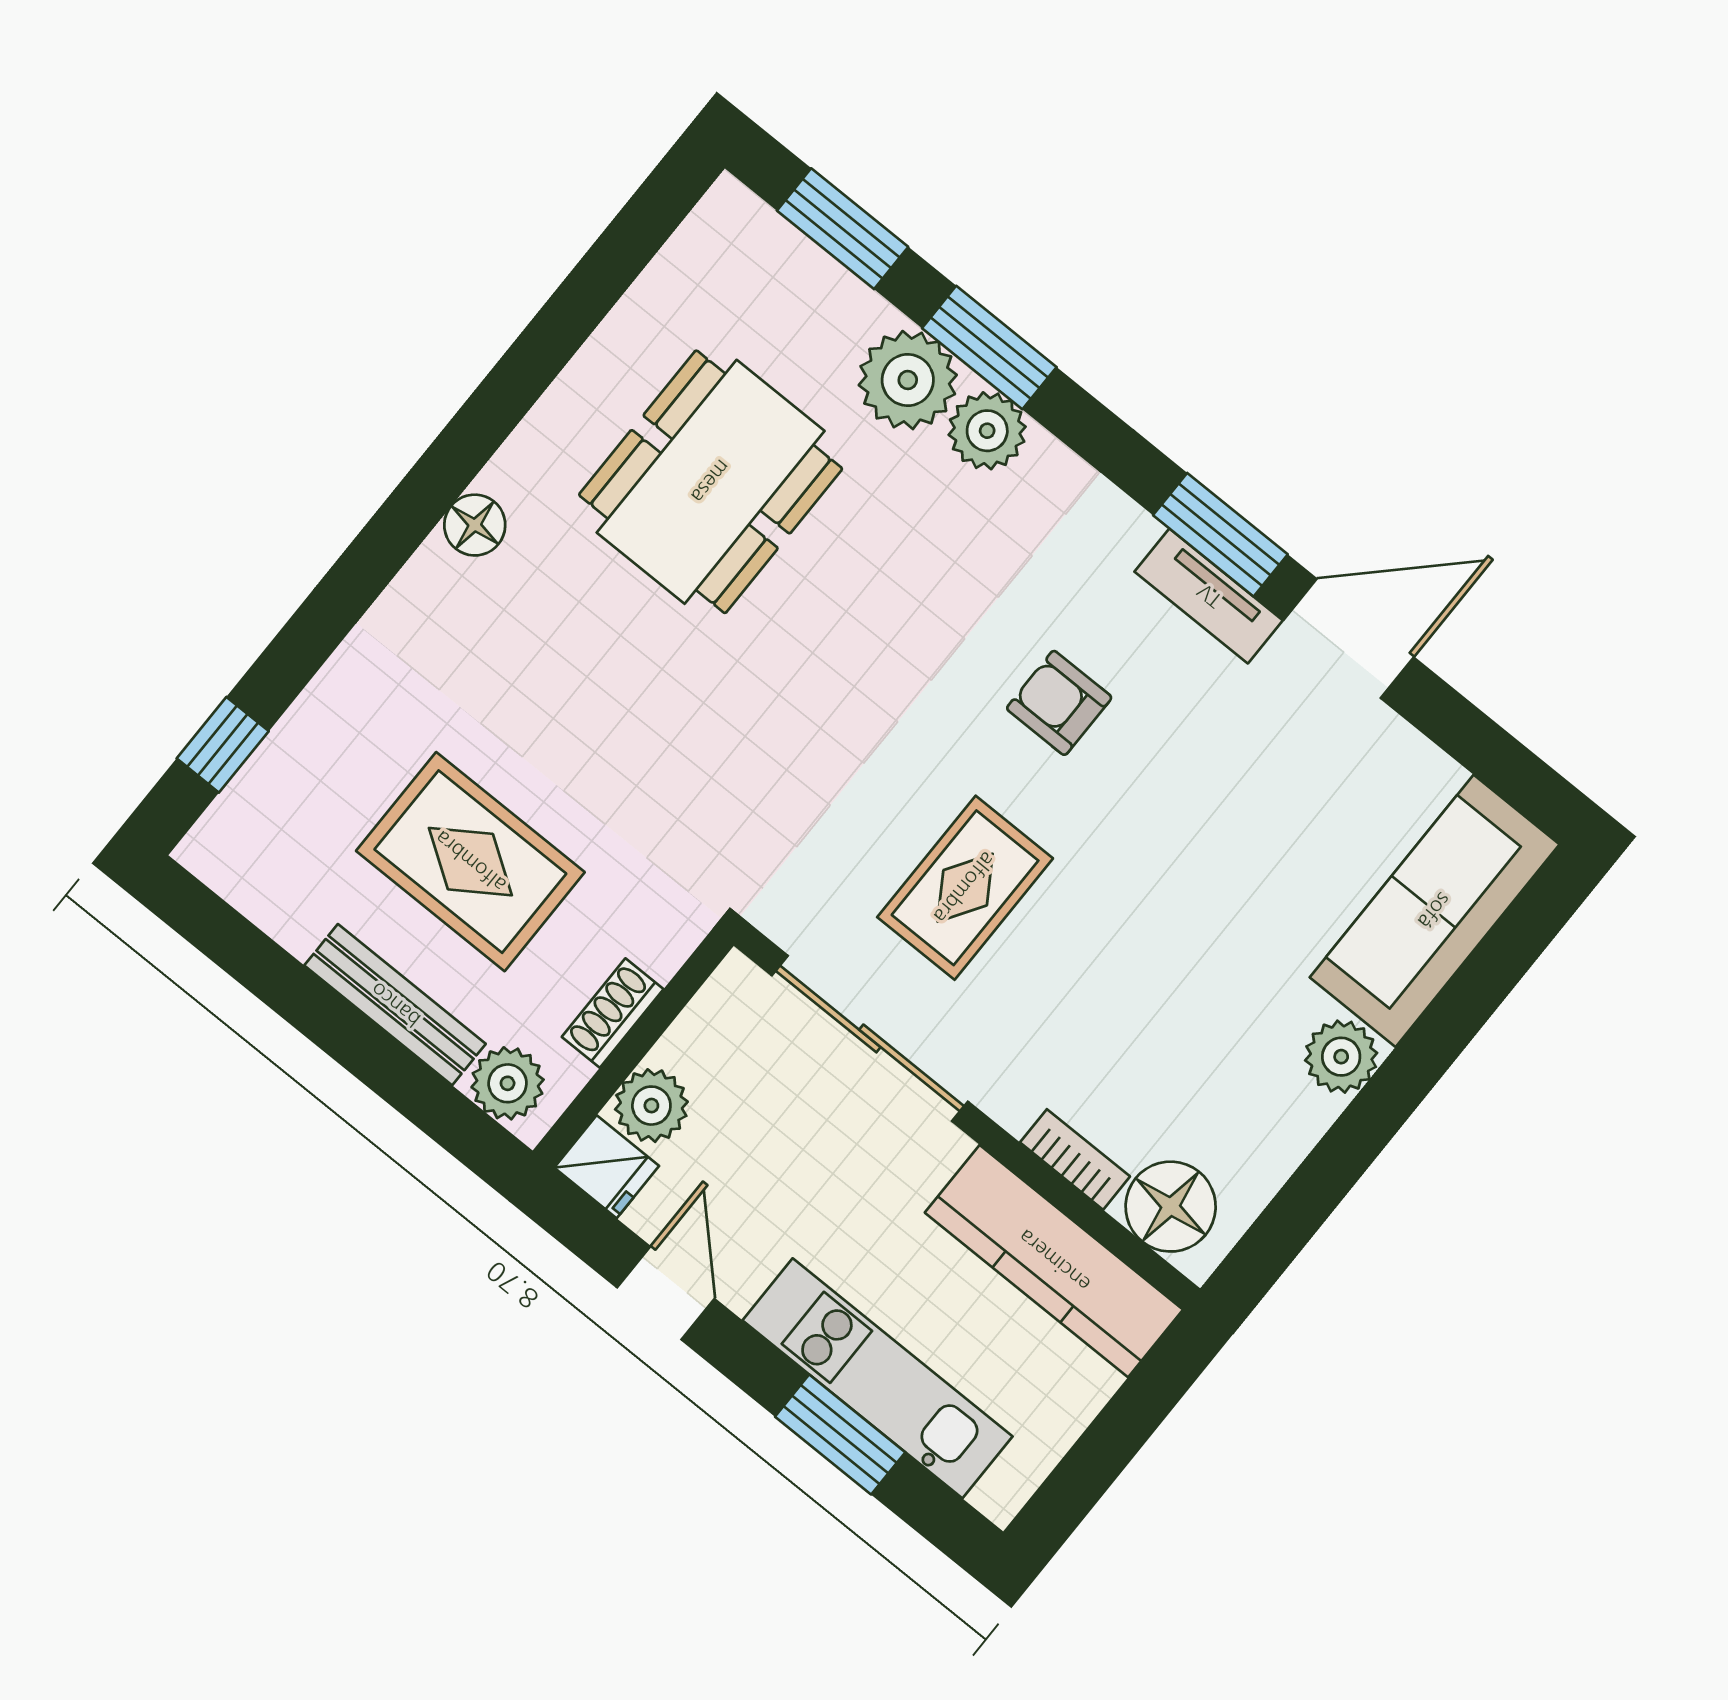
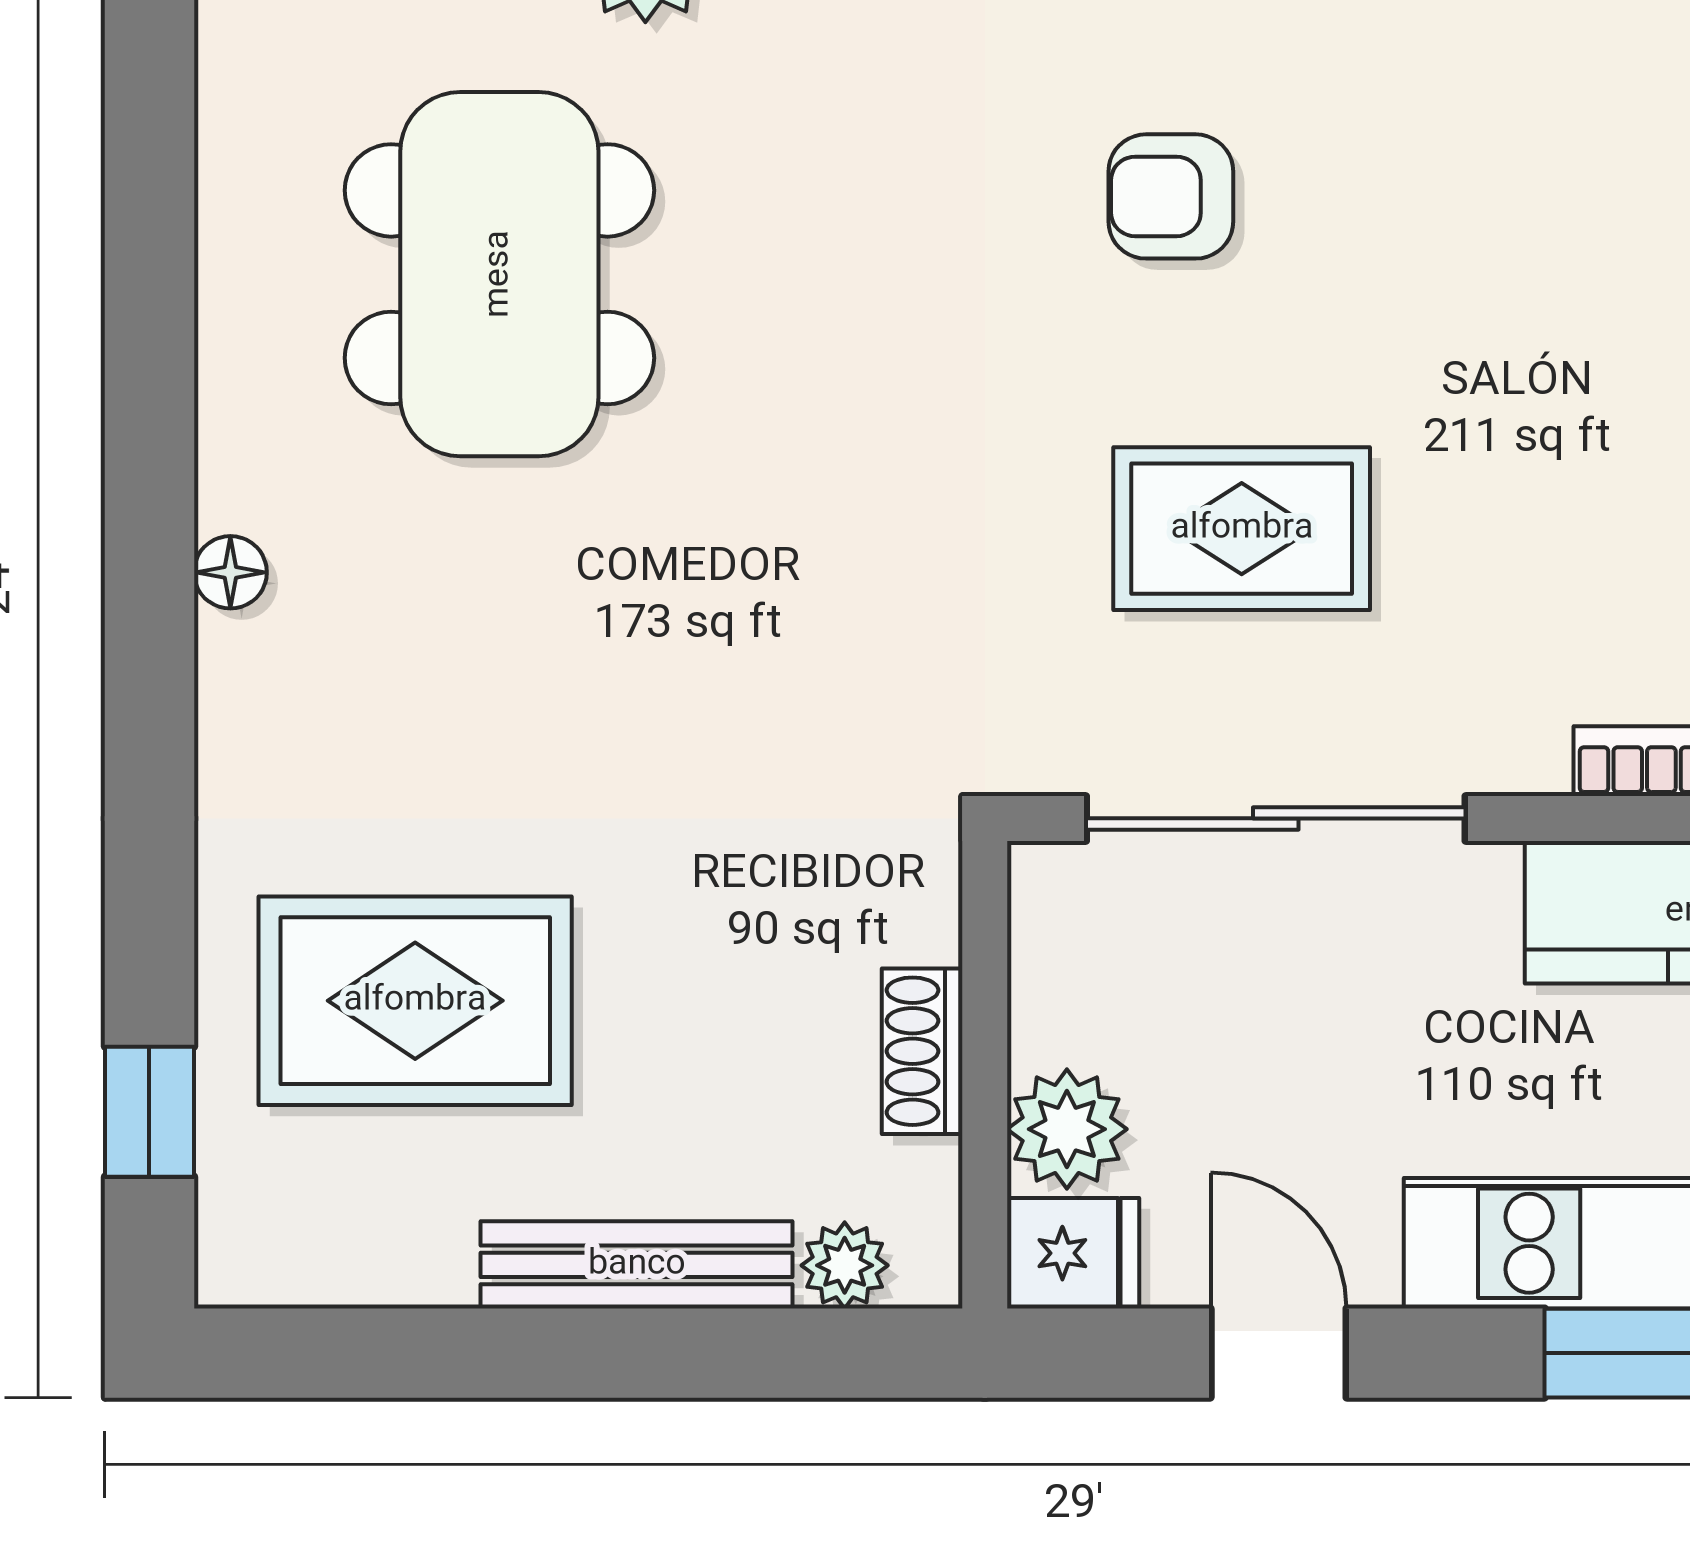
floor lamp: (475, 525) -> (230, 572), width x0.73, depth x0.73
rug: (470, 862) -> (415, 1001), moved
rug: (965, 888) -> (1242, 529), turned 90
plant: (508, 1083) -> (845, 1265), width x0.73, depth x0.73

